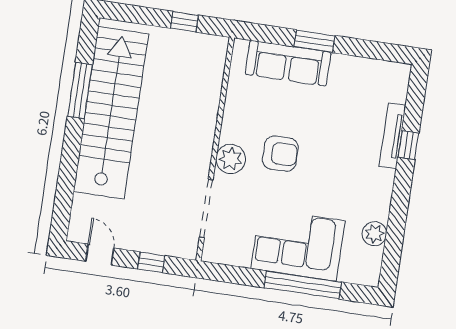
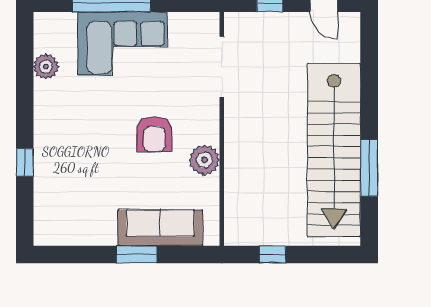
tv unit: (392, 136) -> (42, 170), removed
armchair: (280, 154) -> (154, 134), turned -90
plant: (231, 159) -> (204, 160), moved

